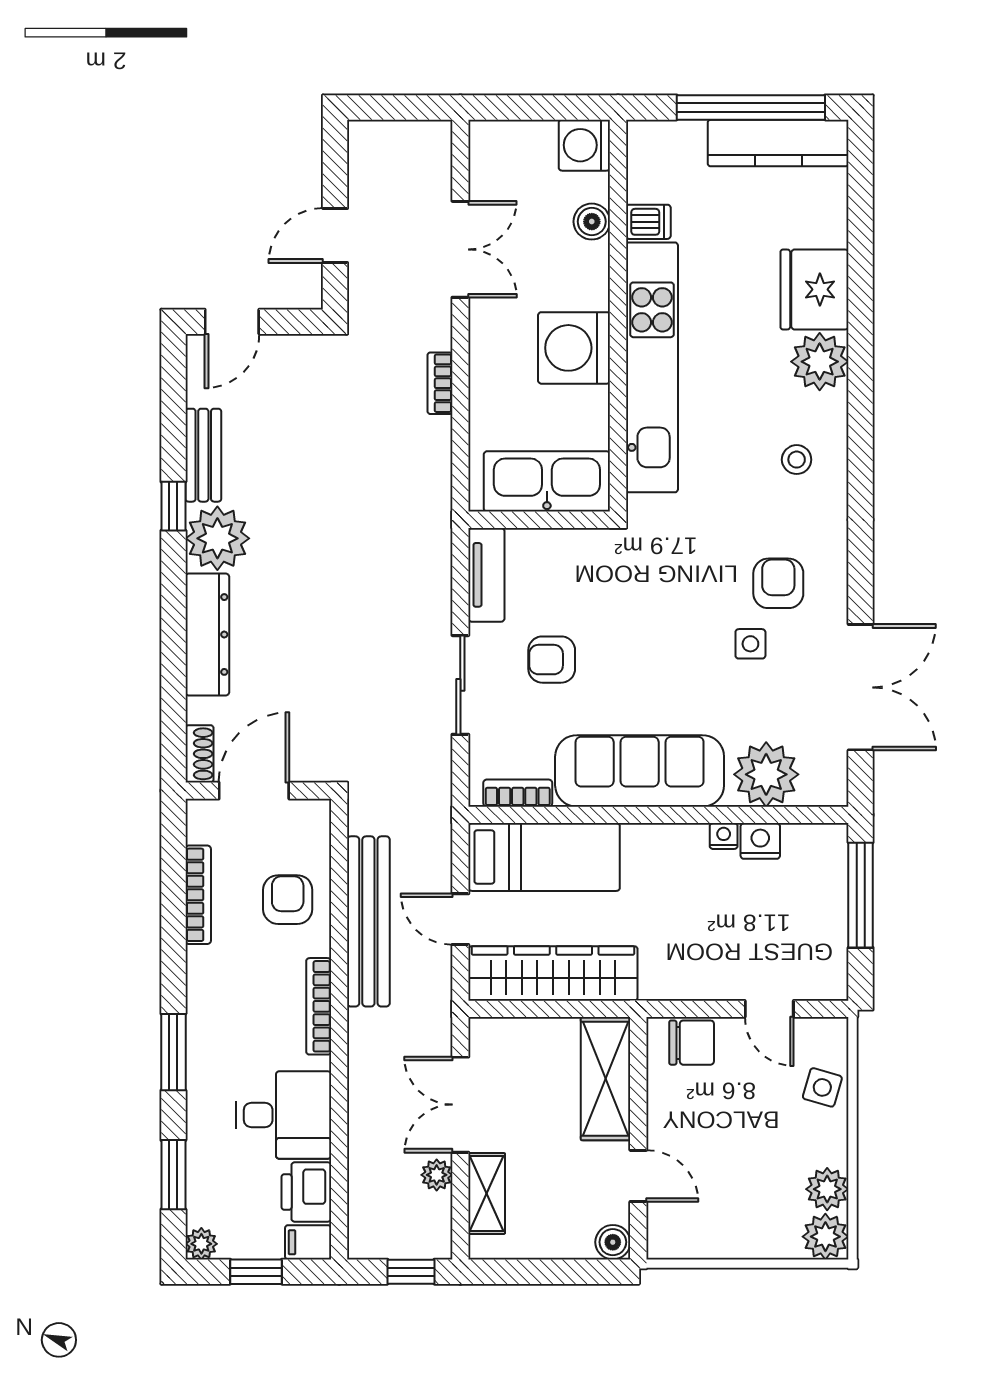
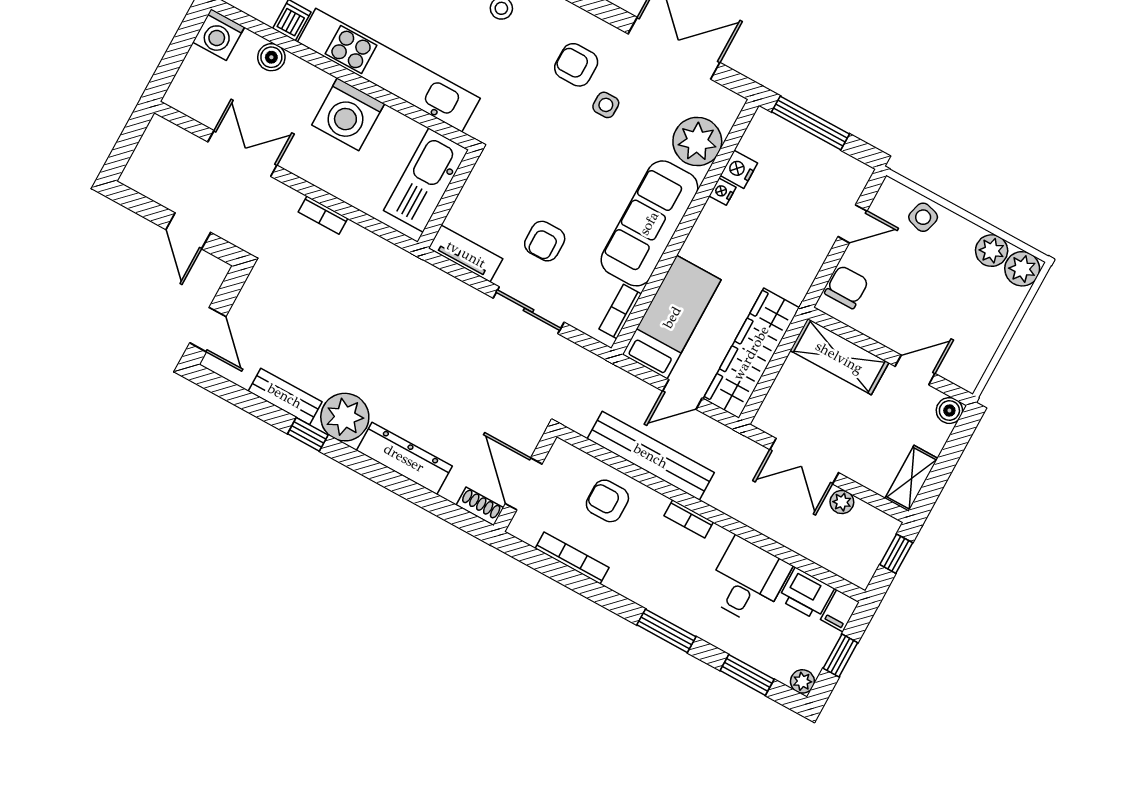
bookcase: (319, 1006) -> (689, 519), width x0.64
shelving: (487, 1193) -> (911, 478), moved, turned 90

